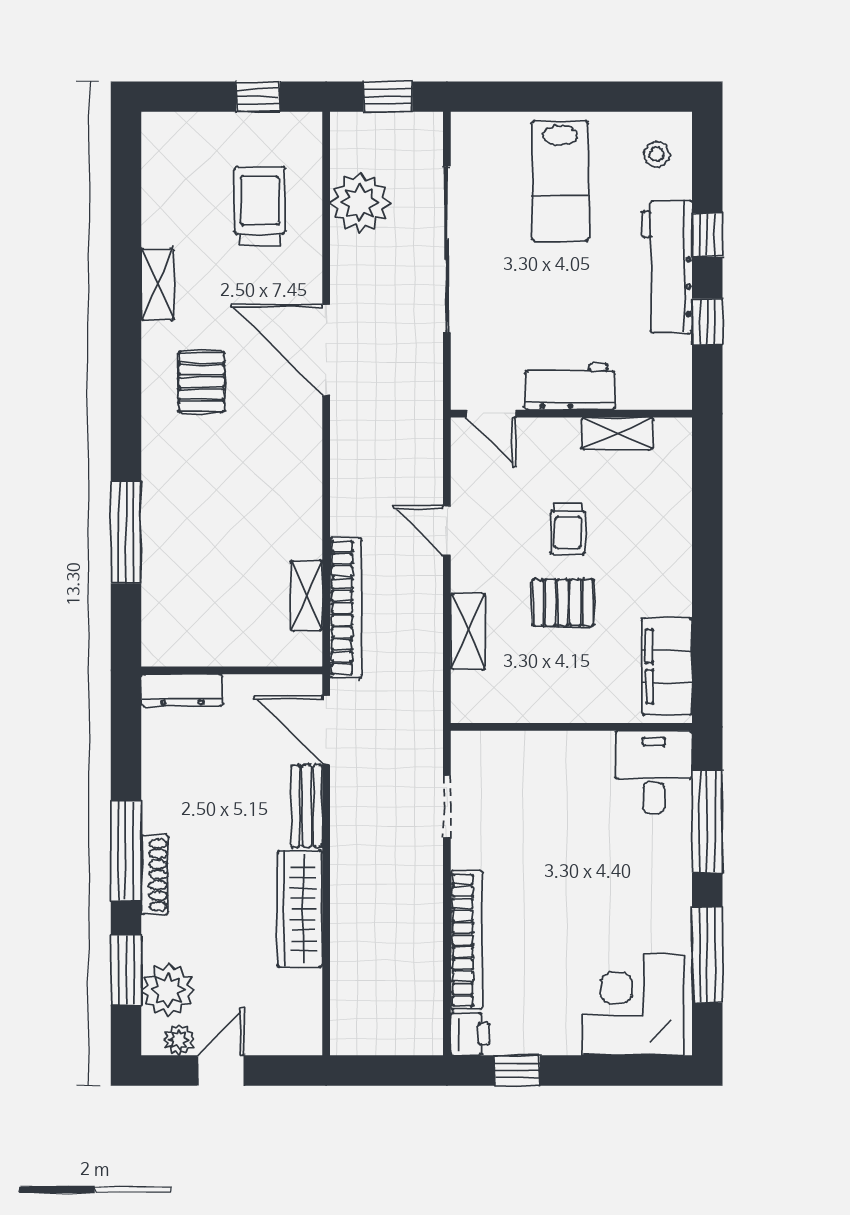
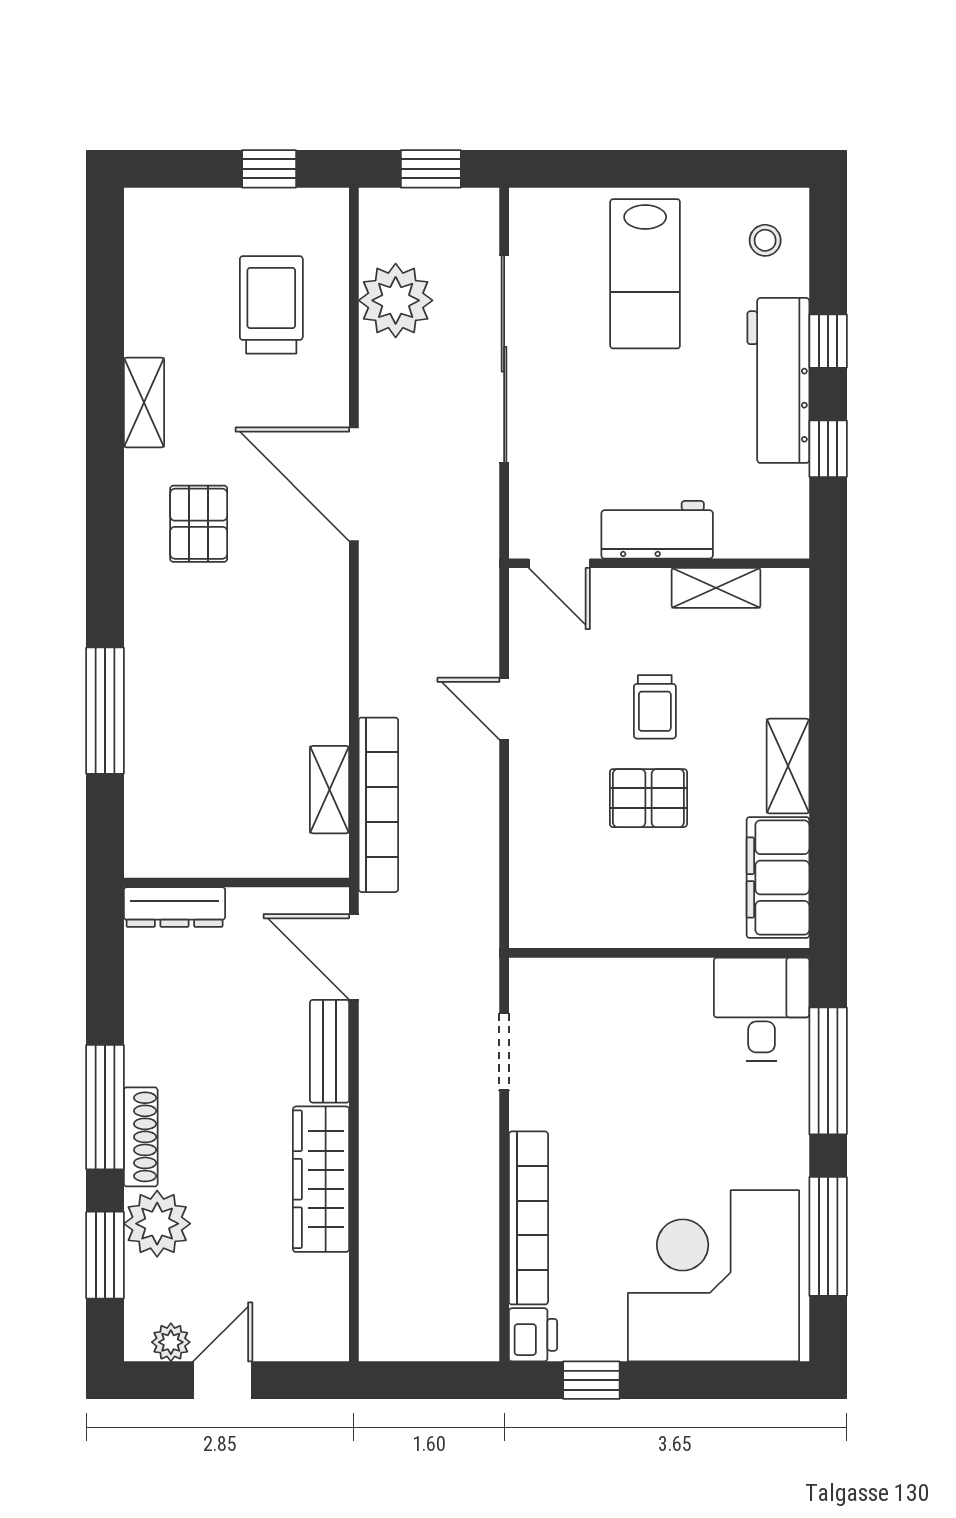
shelving: (468, 632) -> (788, 766), moved
plant: (168, 990) -> (157, 1224), moved
corner desk: (633, 1005) -> (713, 1276), width x1.36, depth x1.36

